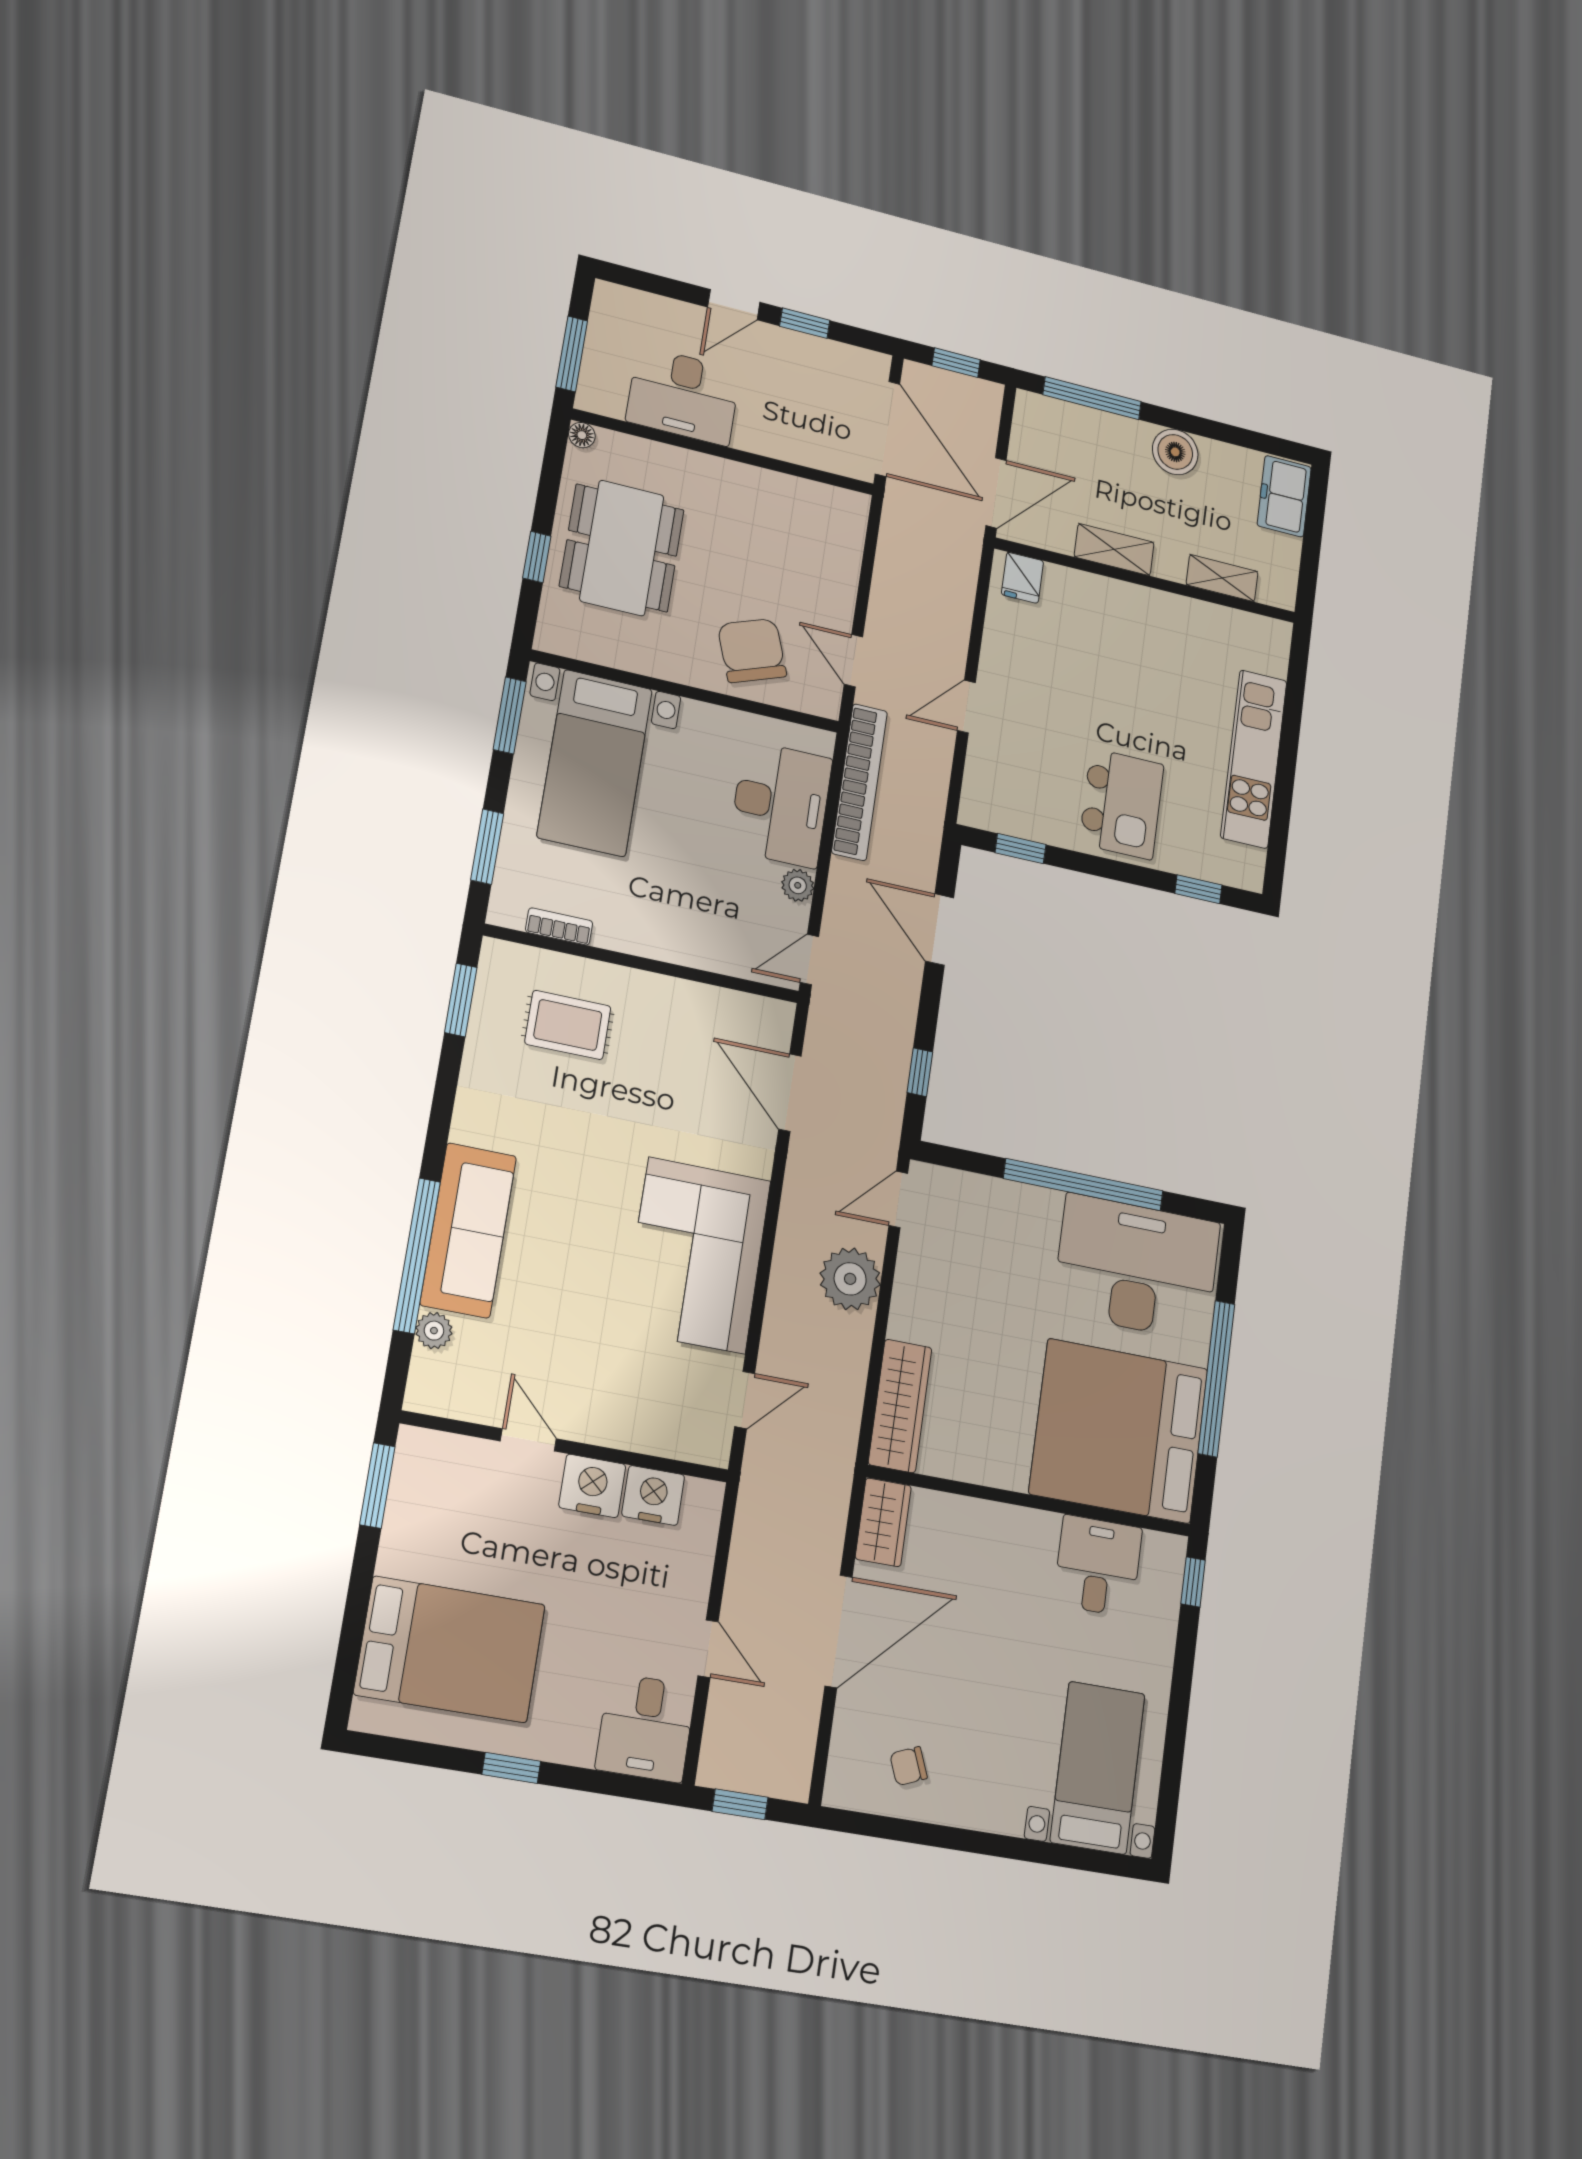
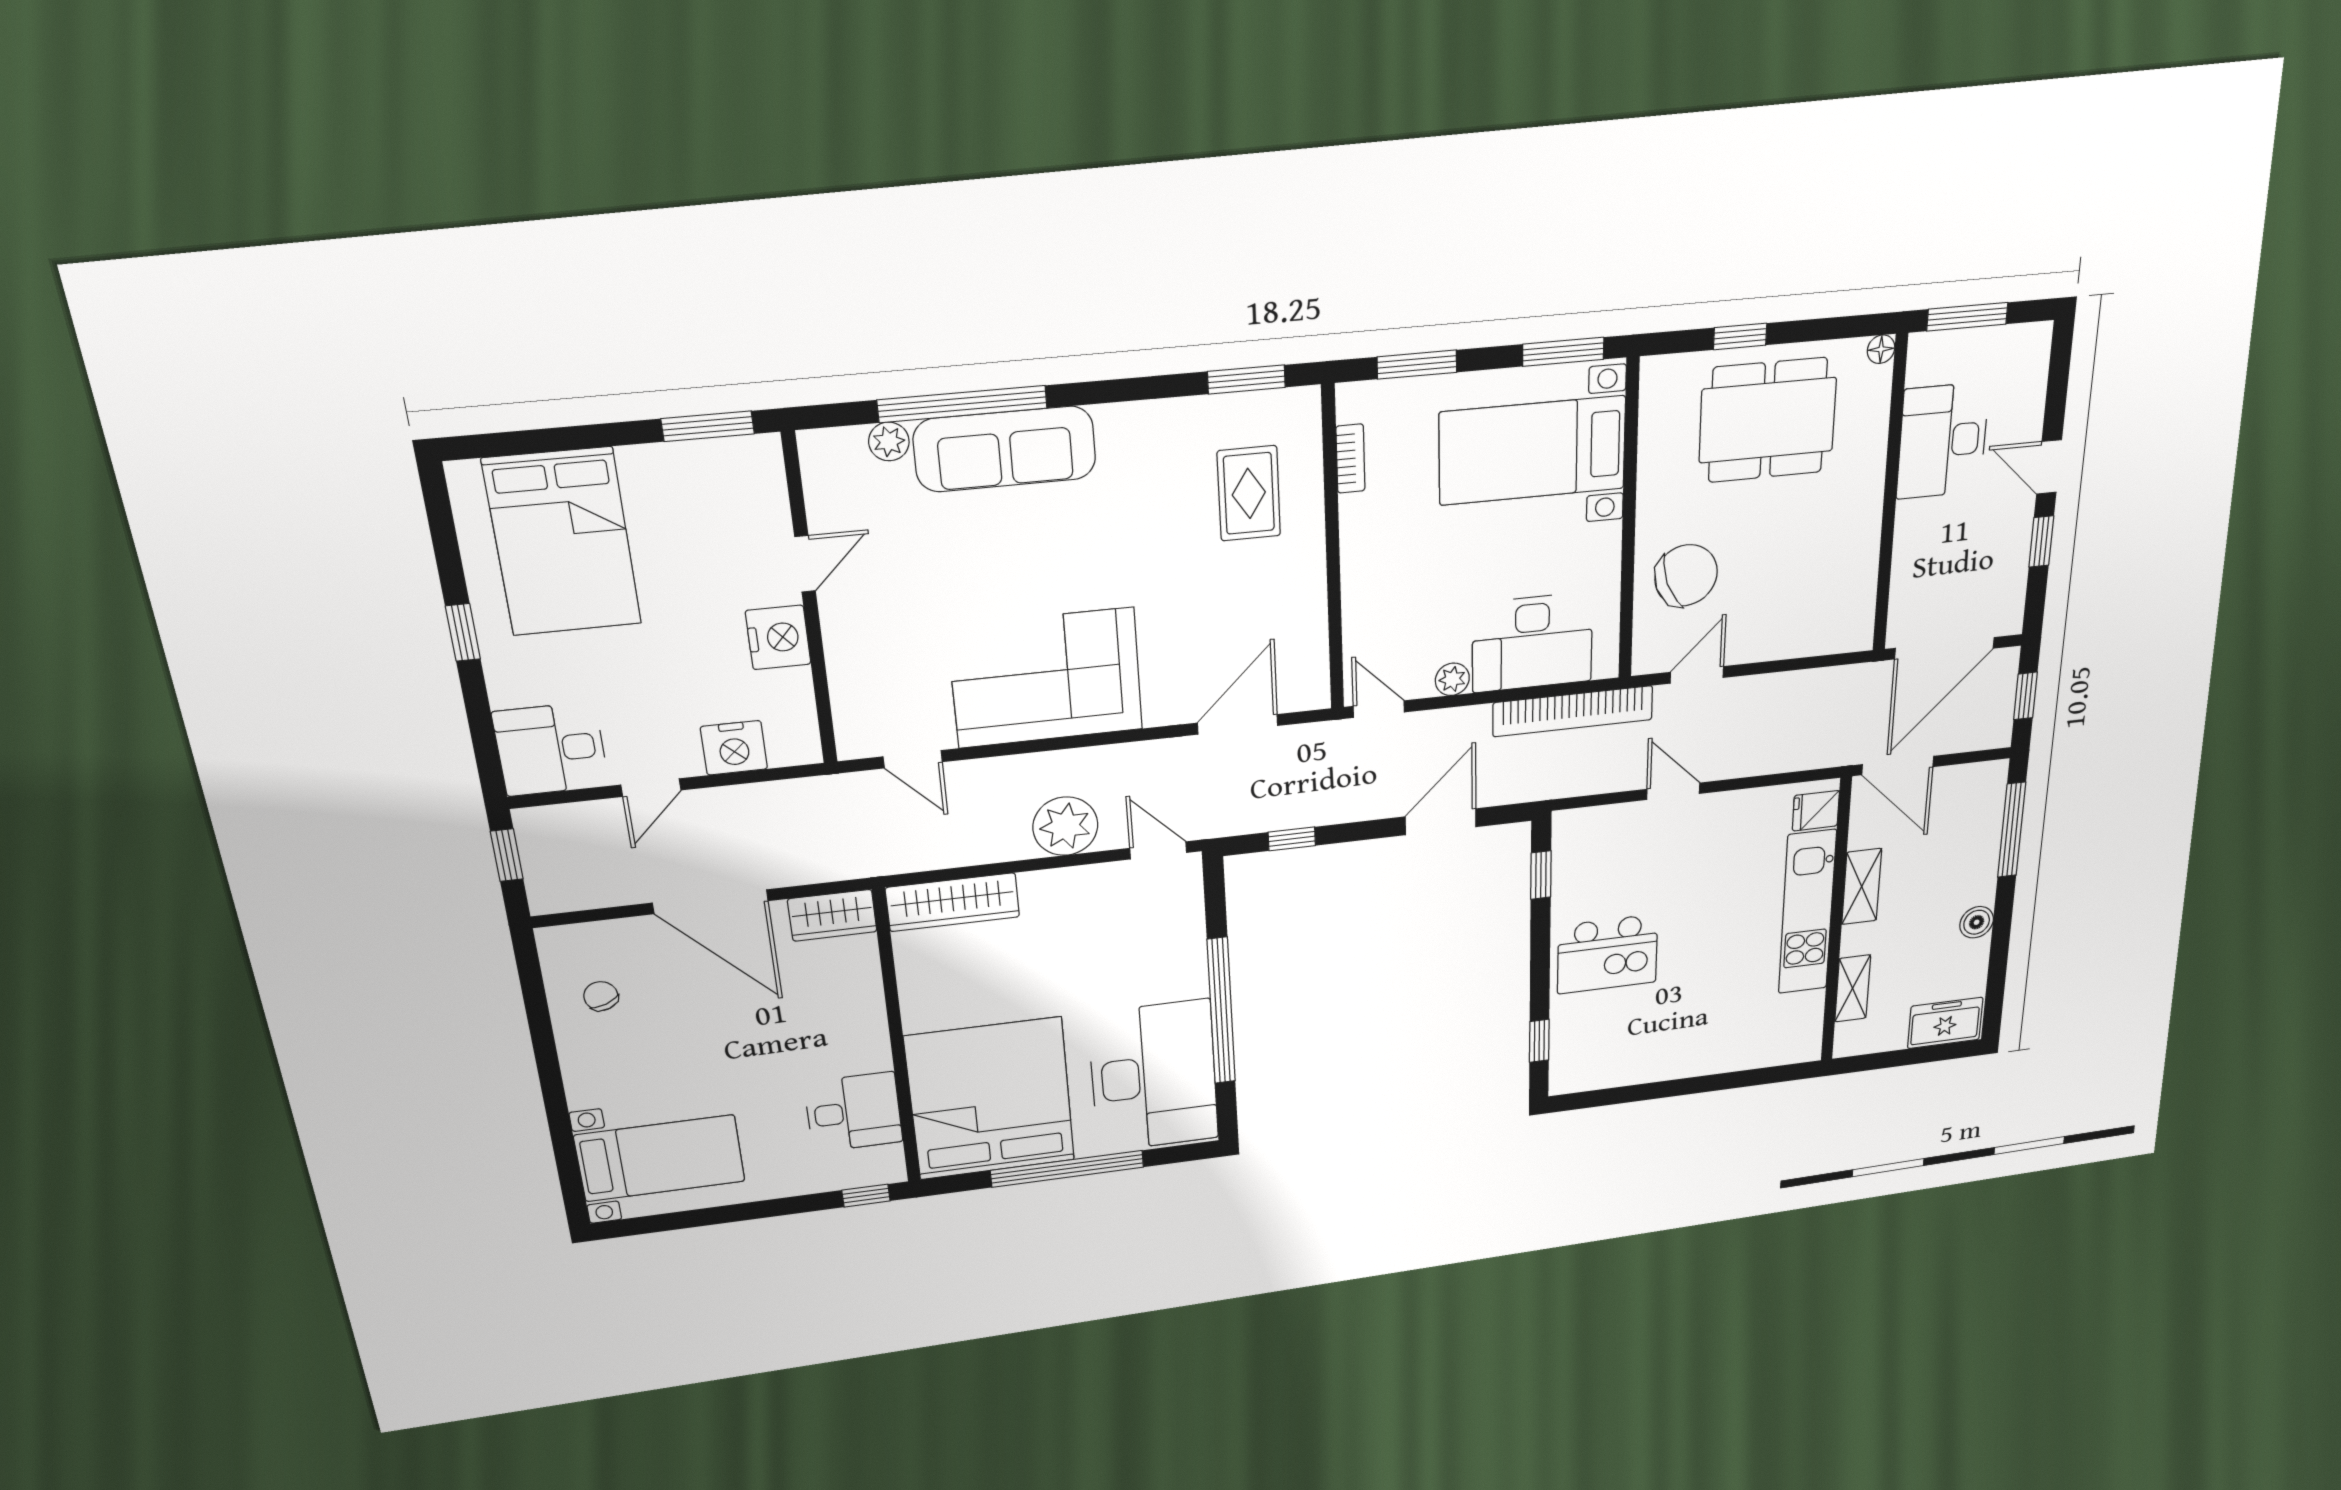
boiler: (1175, 452) -> (1977, 922), width x0.73, depth x0.73
kitchen unit: (1254, 759) -> (1807, 912), moved, turned -90
nightstand: (653, 1495) -> (734, 748), moved, turned 90

